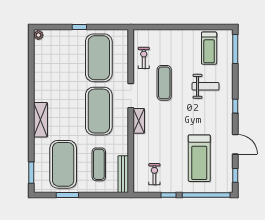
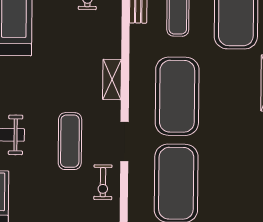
doorway: (131, 96) -> (124, 142), moved

